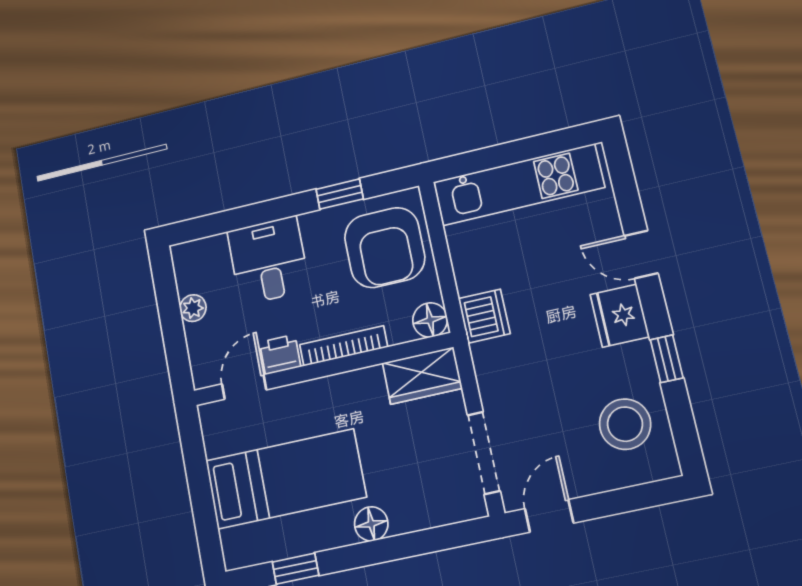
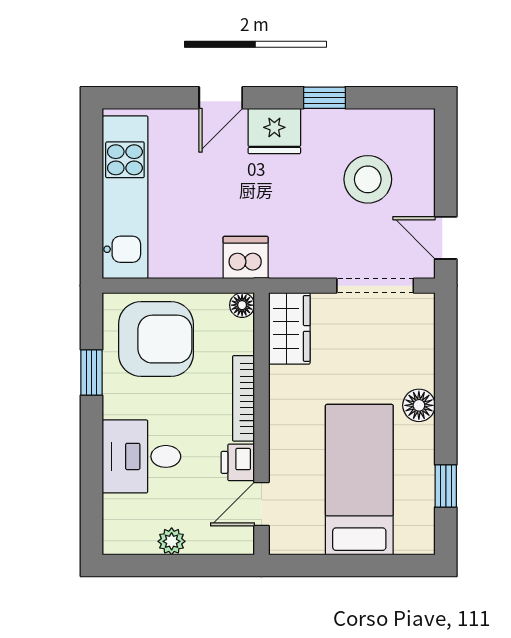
floor lamp: (430, 320) -> (242, 305), width x0.73, depth x0.73
door: (244, 387) -> (262, 504), hinge flipped
stool: (625, 424) -> (368, 179), moved

